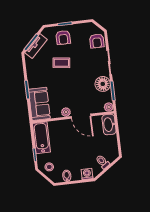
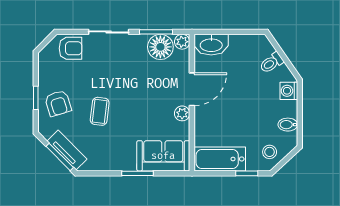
armchair: (63, 37) -> (58, 103), turned 73
floor lamp: (103, 84) -> (160, 47), moved

